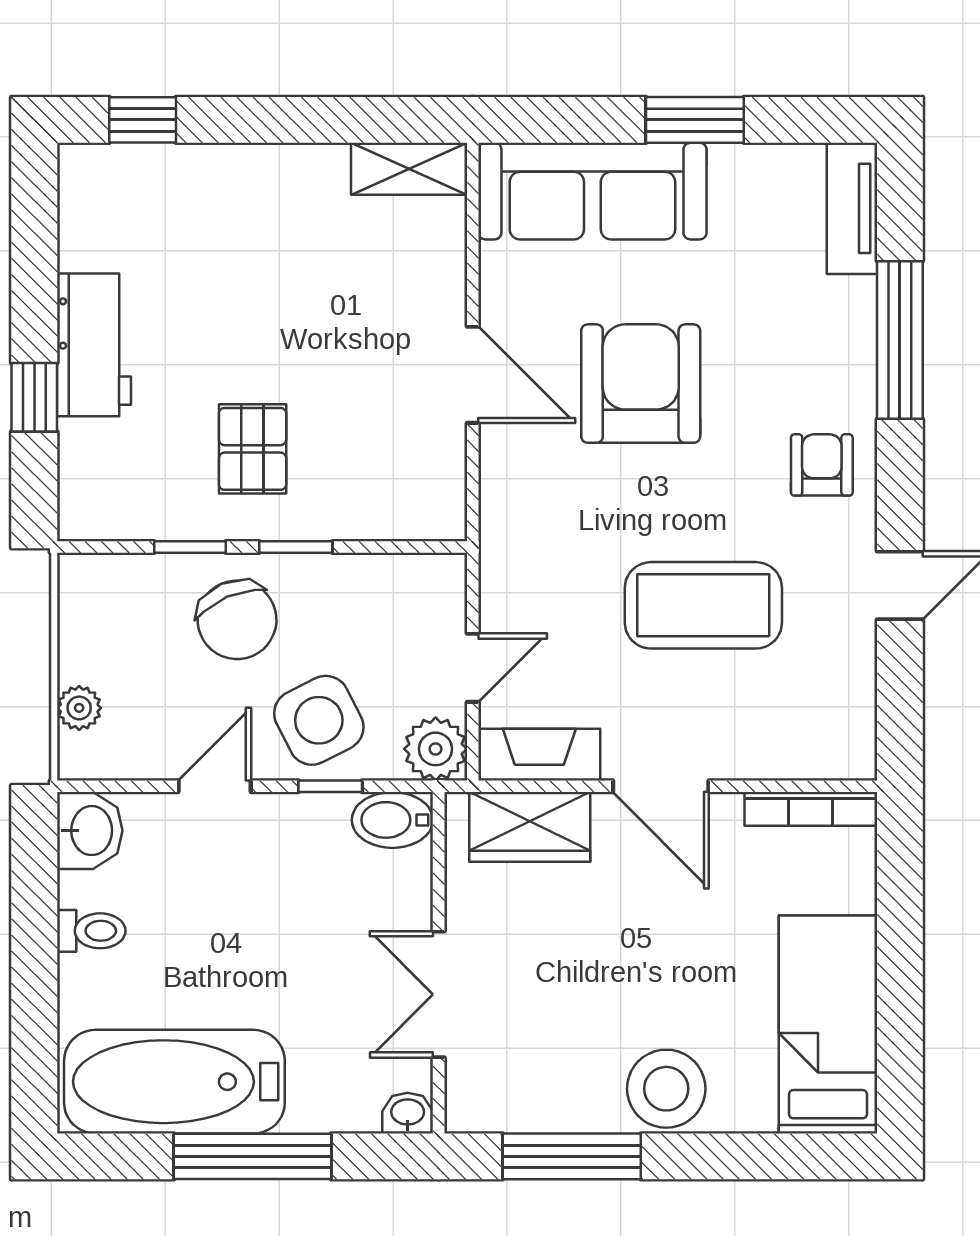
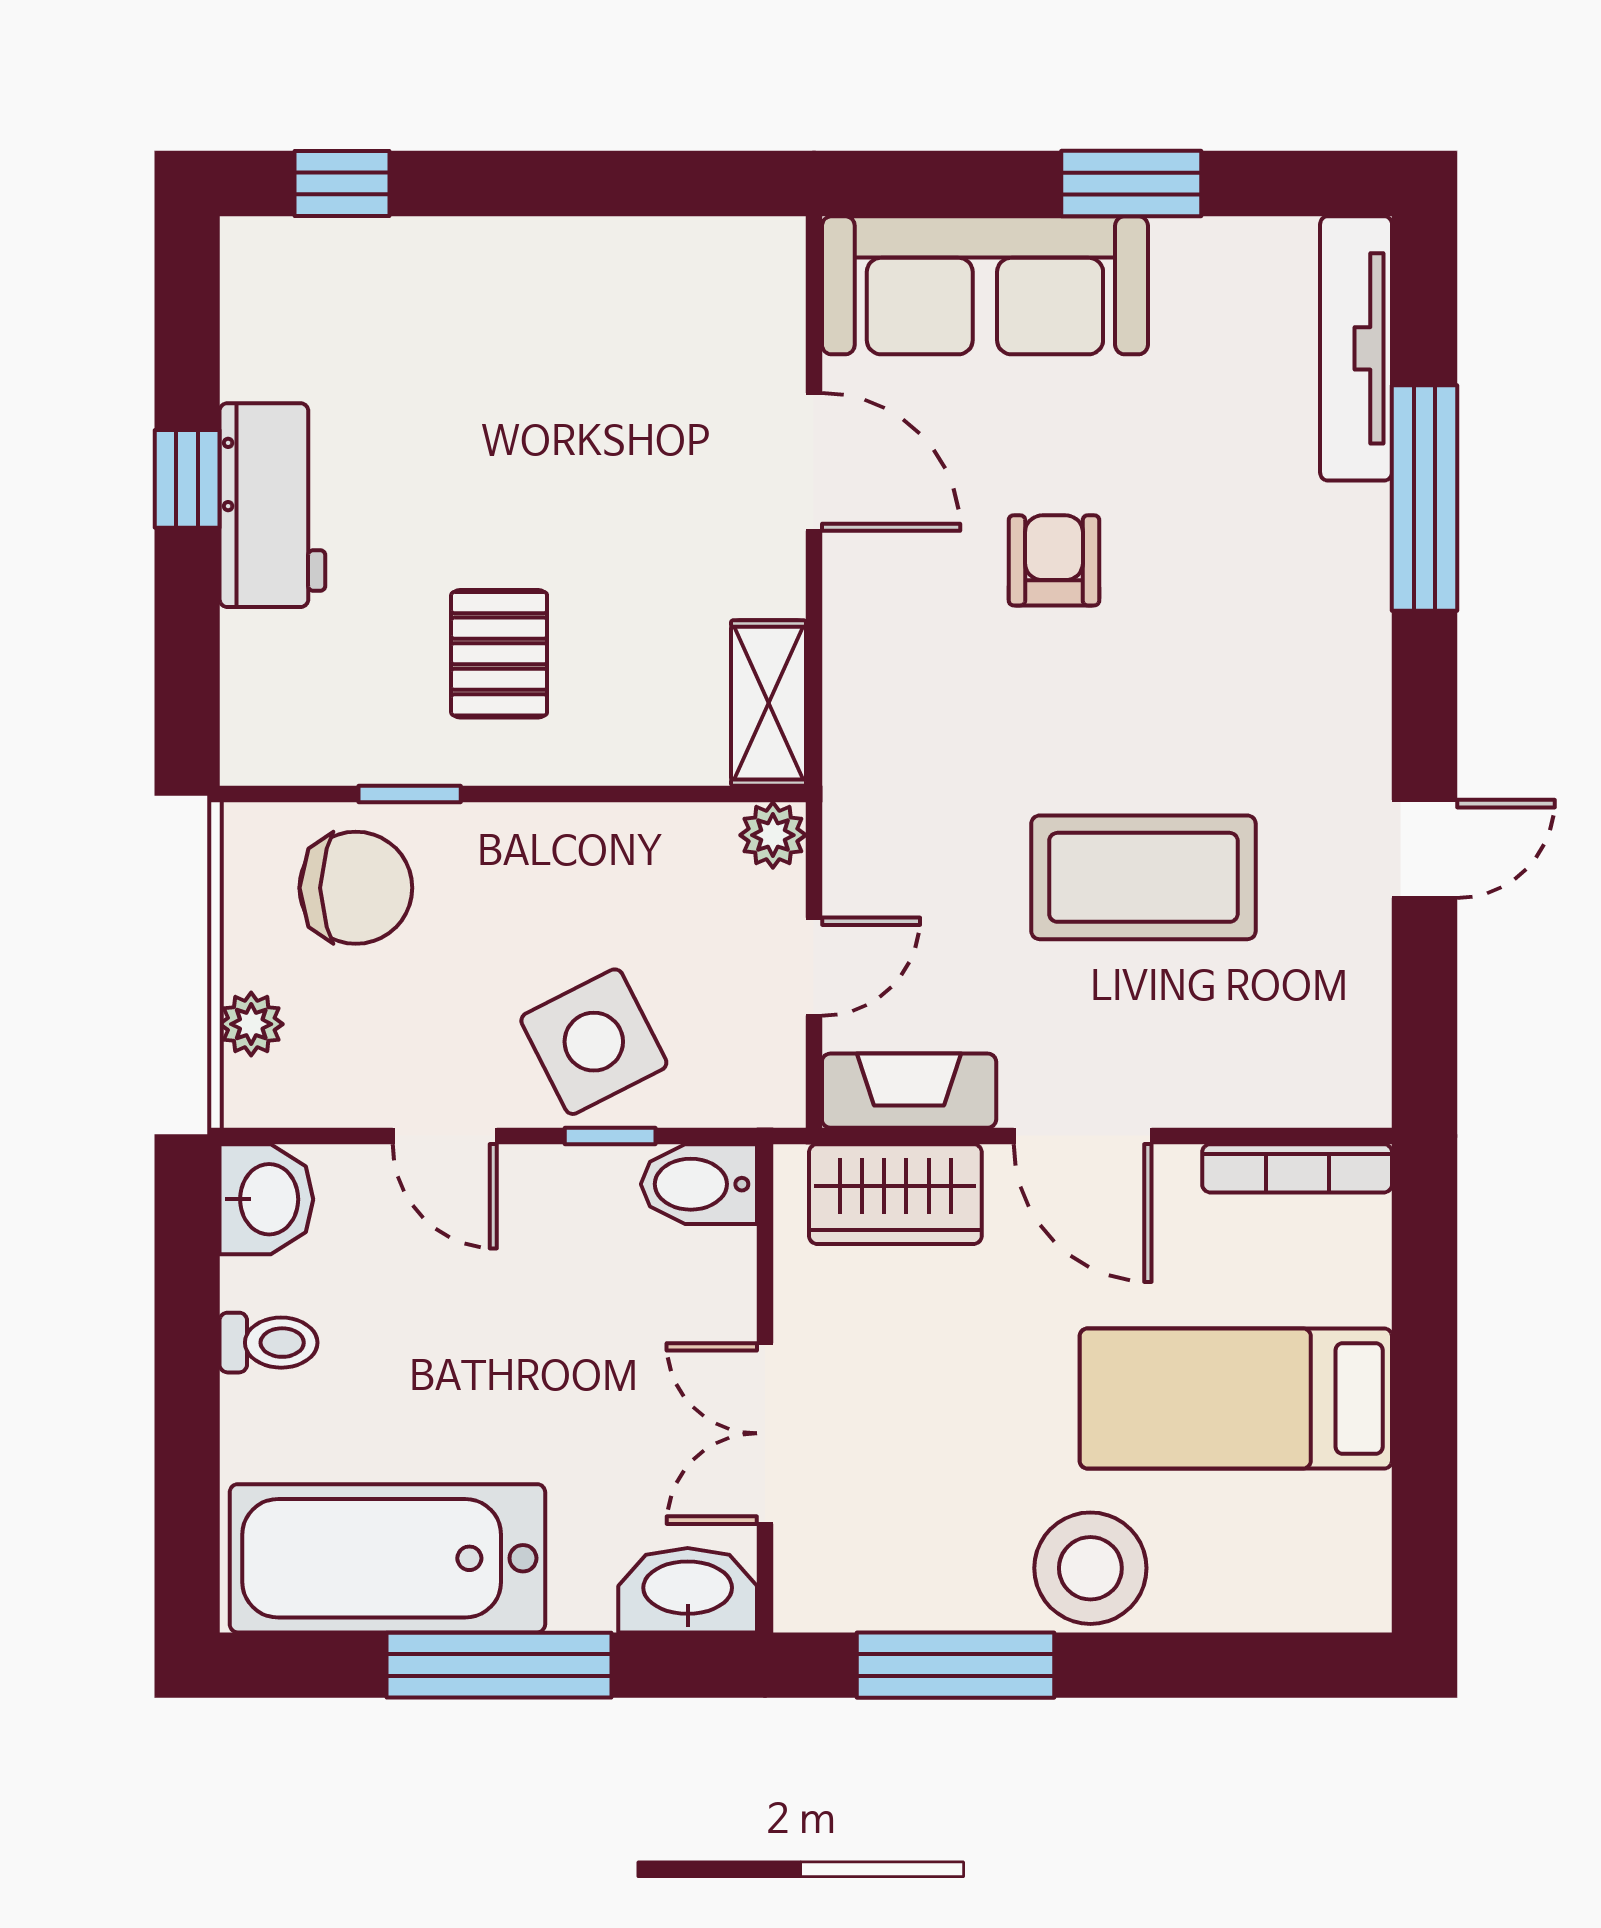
shelving: (409, 169) -> (768, 703), moved, turned 90
tv unit: (852, 208) -> (1356, 348), width x1.41
door: (473, 375) -> (814, 462), moved
armchair: (641, 384) -> (1054, 560), width x0.53, depth x0.53
window: (34, 397) -> (187, 479), moved
armchair: (822, 465) -> (1313, 677), removed
window: (296, 547) -> (561, 794), removed
chair: (237, 620) -> (356, 888), moved, turned -67
plant: (436, 749) -> (773, 835), moved, width x0.73, depth x0.73
door: (215, 786) -> (445, 1136), swing flipped
bed: (828, 1024) -> (1236, 1398), moved, turned -90
washbasin: (408, 1113) -> (688, 1590), width x1.91, depth x1.45

